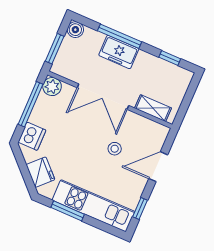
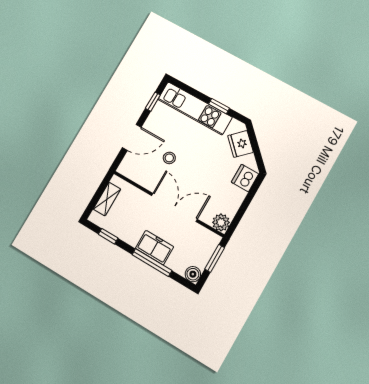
window: (31, 104) -> (243, 208), removed
shelving: (153, 108) -> (107, 199), moved, turned 90
window: (68, 211) -> (219, 106), width x0.67

